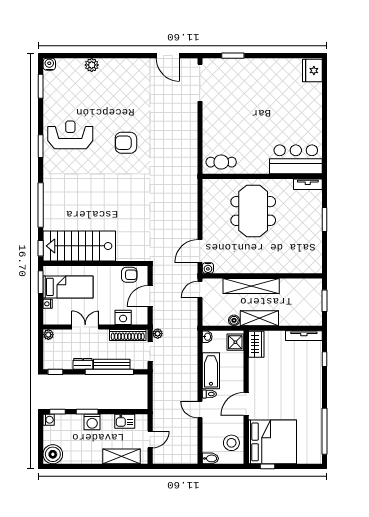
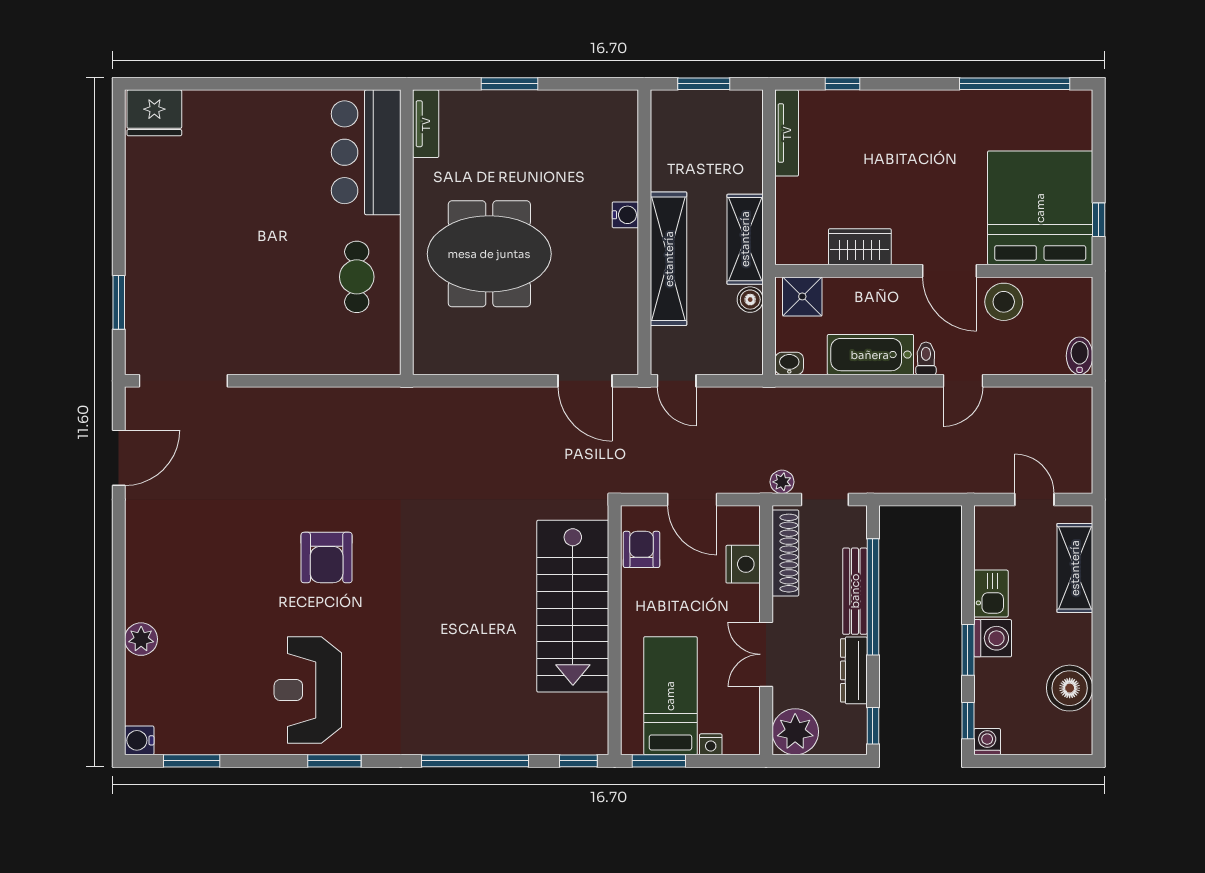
cafe table: (221, 162) -> (357, 277), moved
stairs: (79, 246) -> (573, 606), moved
water cooler: (208, 268) -> (625, 215), moved
plant: (48, 335) -> (795, 732), width x1.87, depth x1.87
wardrobe: (256, 344) -> (860, 247), moved
dresser: (83, 364) -> (854, 670), width x1.44
kitchen sink: (125, 421) -> (991, 594), moved
stool: (231, 443) -> (1004, 302), moved
boiler: (53, 454) -> (1070, 688), moved

